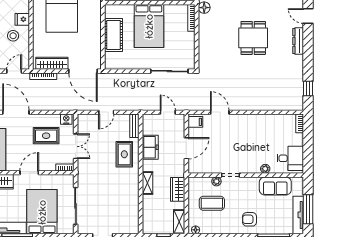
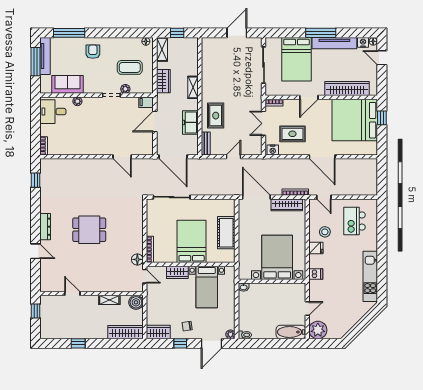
dining table: (253, 38) -> (89, 230), turned 90
door: (14, 71) -> (324, 197), hinge flipped
door: (168, 112) -> (173, 157), width x1.87
filing cabinet: (195, 122) -> (146, 102), moved
armchair: (250, 219) -> (93, 52), turned -90

